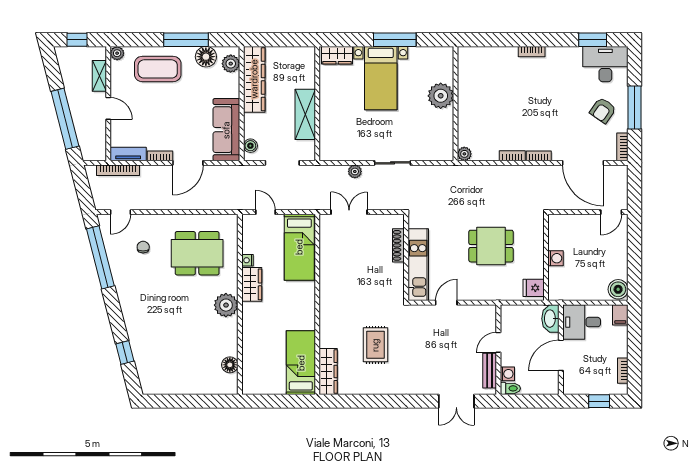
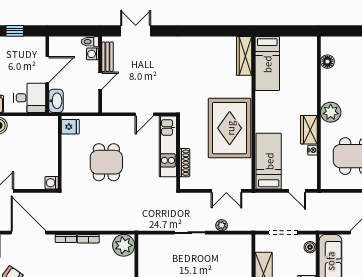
plant: (464, 154) -> (124, 245), width x1.87, depth x1.87
dining table: (491, 246) -> (106, 162), turned 90
washing machine: (556, 258) -> (52, 183), moved
rug: (375, 345) -> (230, 128), moved, width x1.86, depth x2.06

